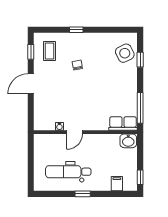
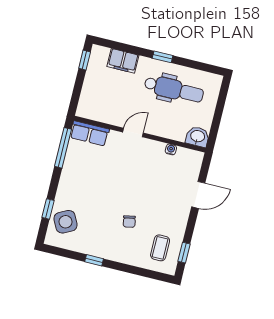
window: (76, 30) -> (94, 260), moved
door: (31, 84) -> (198, 195), moved
door: (75, 132) -> (133, 133), moved
washbasin: (128, 141) -> (197, 137), moved
filing cabinet: (117, 184) -> (123, 61), width x2.00

